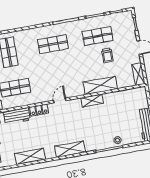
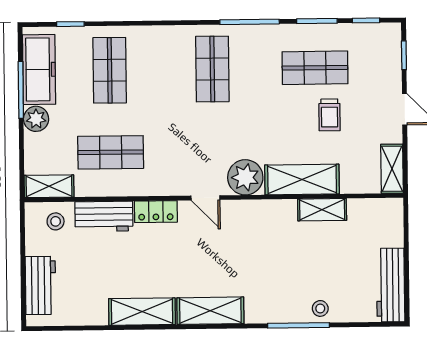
shop shelf: (53, 44) -> (212, 69), turned 90
plant: (75, 89) -> (245, 177), added
door: (60, 101) -> (205, 198), swing flipped
shelving: (92, 101) -> (322, 210), moved
shelving: (30, 156) -> (142, 312), moved

